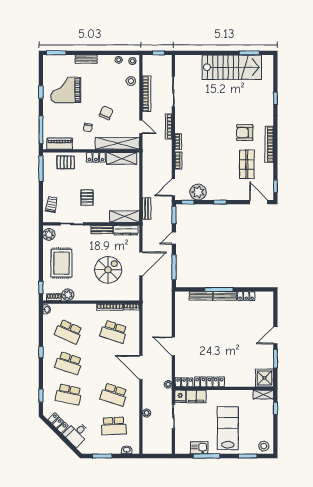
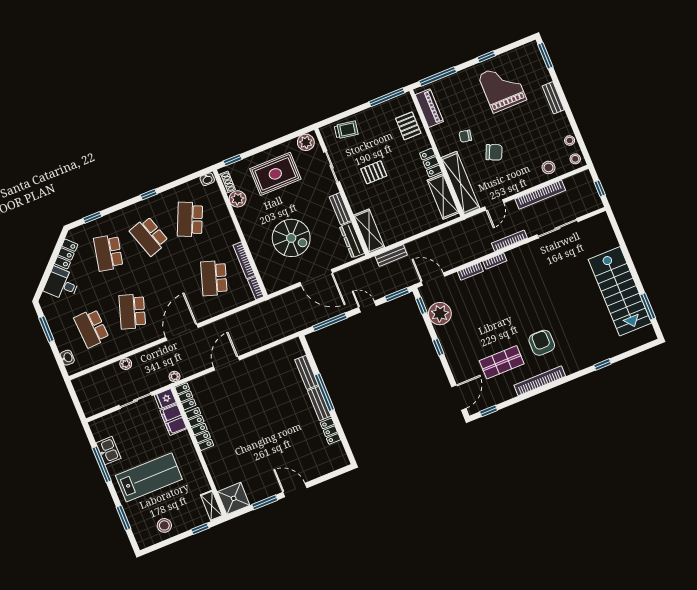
school desk: (69, 363) -> (149, 236), turned -36
stool: (264, 446) -> (164, 525), moved

